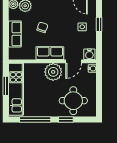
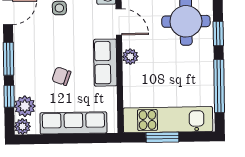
row of seats: (15, 34) -> (73, 123), width x1.48
plant: (53, 72) -> (130, 57), width x0.53, depth x0.53

